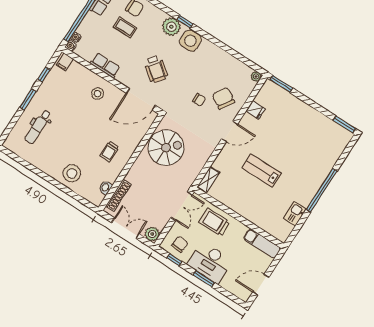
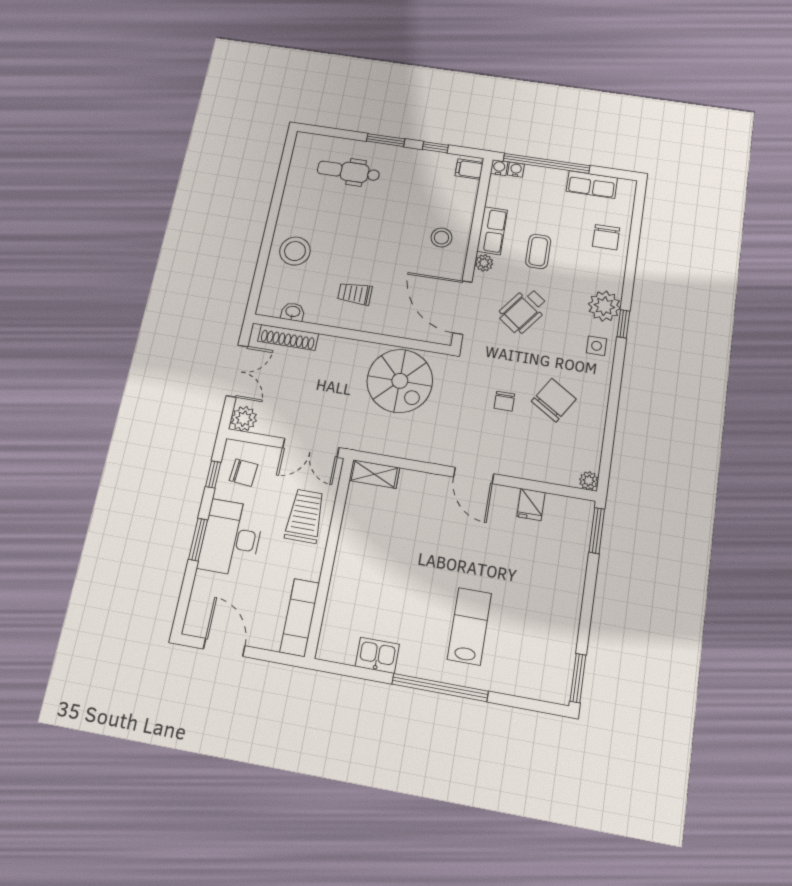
coffee table: (125, 27) -> (538, 251), moved
side table: (190, 41) -> (597, 346), width x0.54, depth x0.54
plant: (121, 78) -> (484, 263), added
chair: (223, 98) -> (554, 400), moved
lab bench: (262, 171) -> (469, 626), moved

